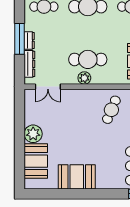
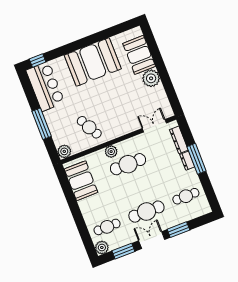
plant: (84, 78) -> (111, 152), moved
cafe table: (111, 110) -> (89, 127), turned -51
booth: (77, 177) -> (93, 62), width x1.36, depth x1.42

